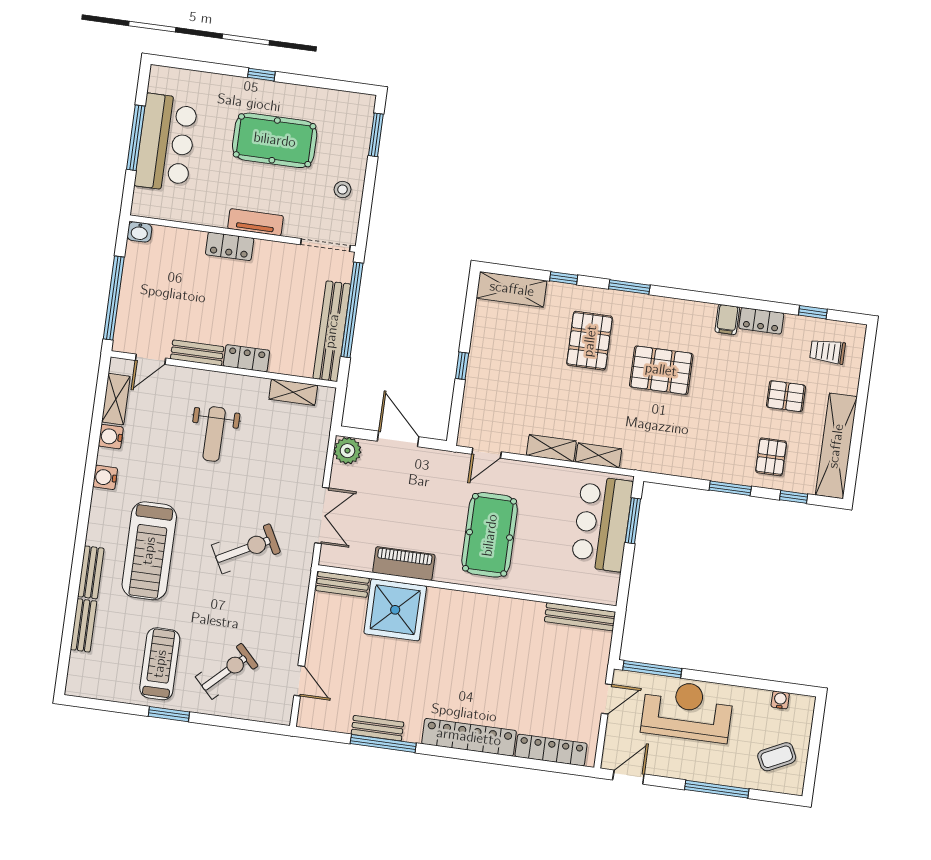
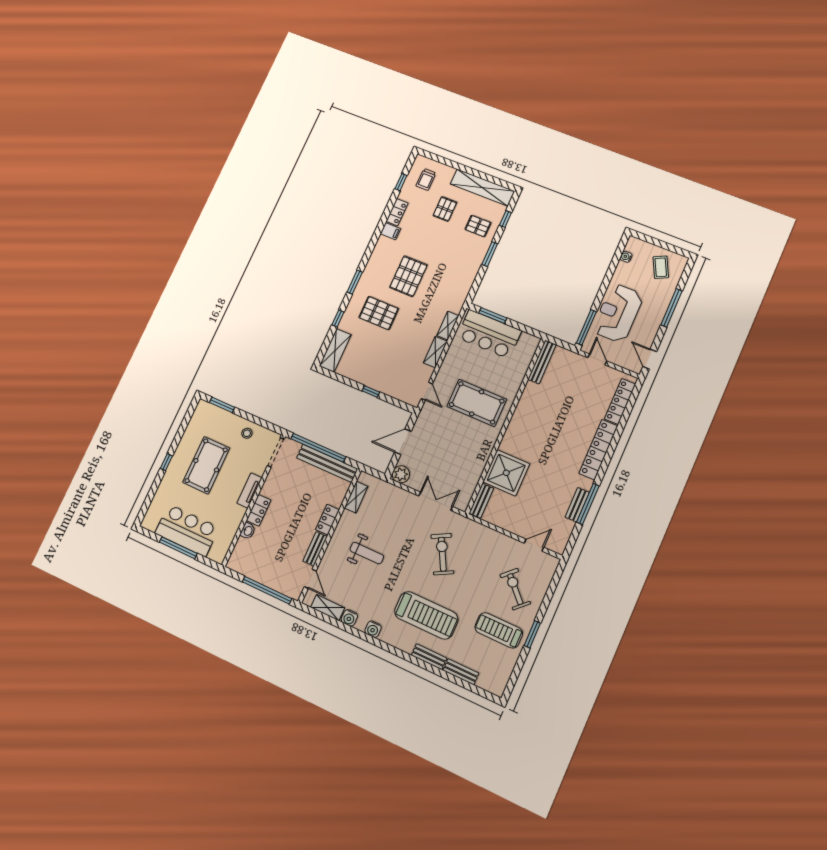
washbasin: (139, 232) -> (248, 531), moved
piano: (404, 564) -> (479, 460), removed

